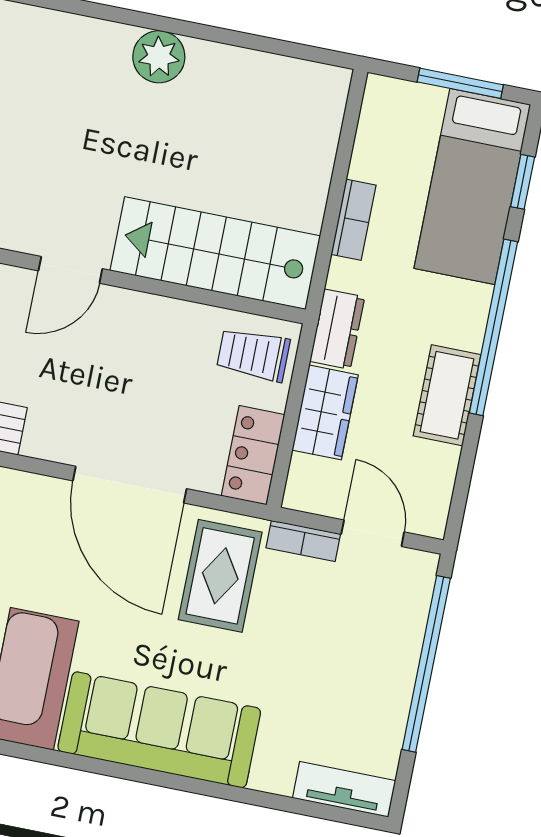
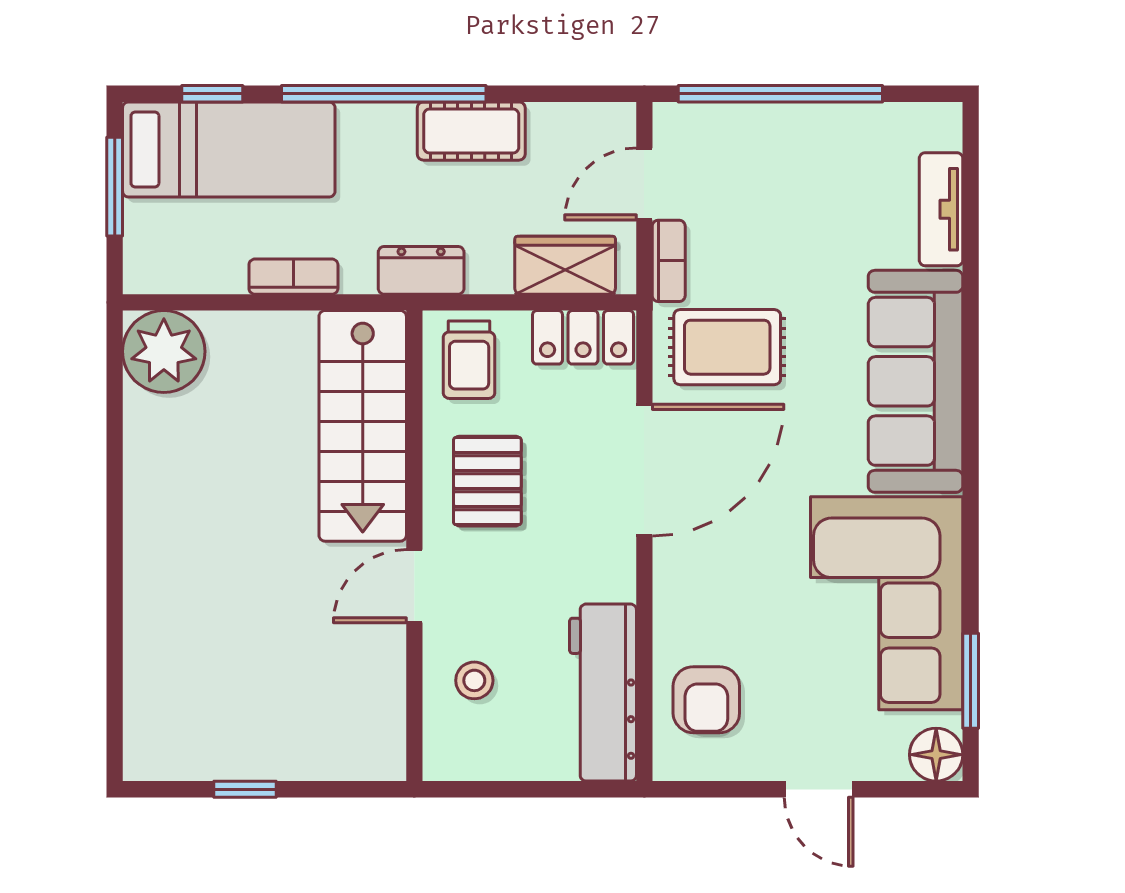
plant: (159, 57) -> (164, 351), moved, width x1.36, depth x1.36
door: (70, 270) -> (414, 586), swing flipped
pallet: (147, 350) -> (487, 481), added
wardrobe: (325, 412) -> (565, 265), moved
tv unit: (344, 789) -> (941, 209), moved

